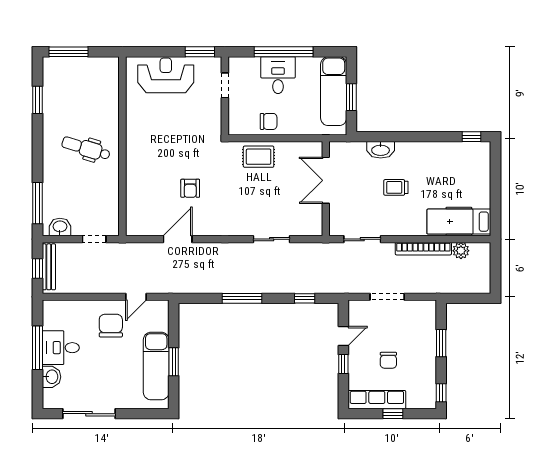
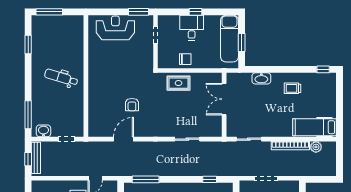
window: (284, 52) -> (195, 12), width x0.32
trolley: (396, 187) -> (293, 88), moved
window: (242, 298) -> (146, 179), moved

